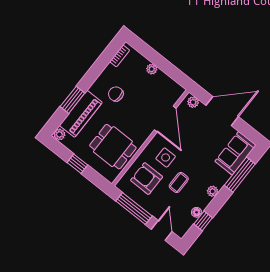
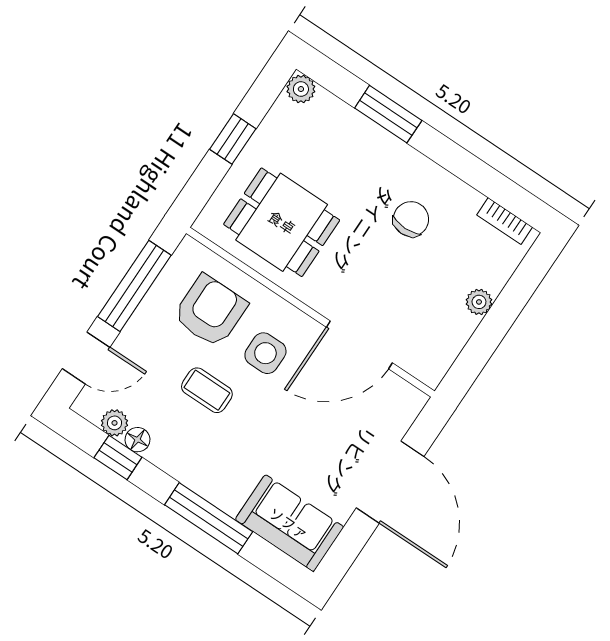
plant: (193, 102) -> (406, 409), removed
piano: (81, 114) -> (355, 137), removed
dining table: (113, 147) -> (282, 222), turned 90
window: (240, 175) -> (209, 518), moved
plant: (213, 191) -> (114, 423), moved

